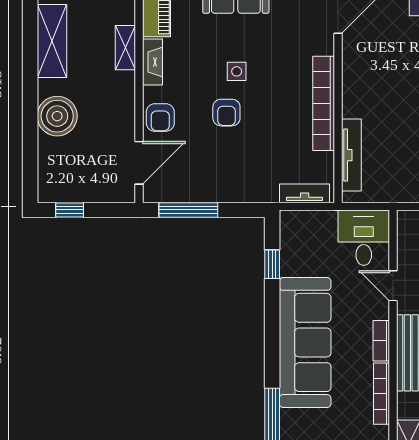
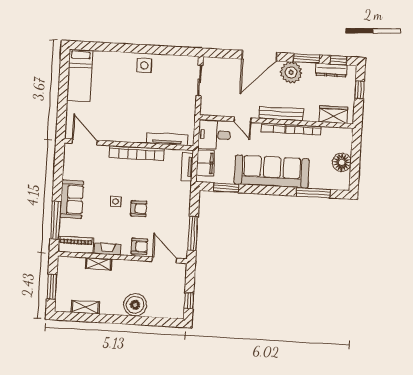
shelving: (52, 41) -> (85, 307), width x0.67, depth x0.75
filing cabinet: (313, 225) -> (205, 163), added
window: (272, 264) -> (226, 188), width x1.50
door: (393, 286) -> (242, 120), hinge flipped

